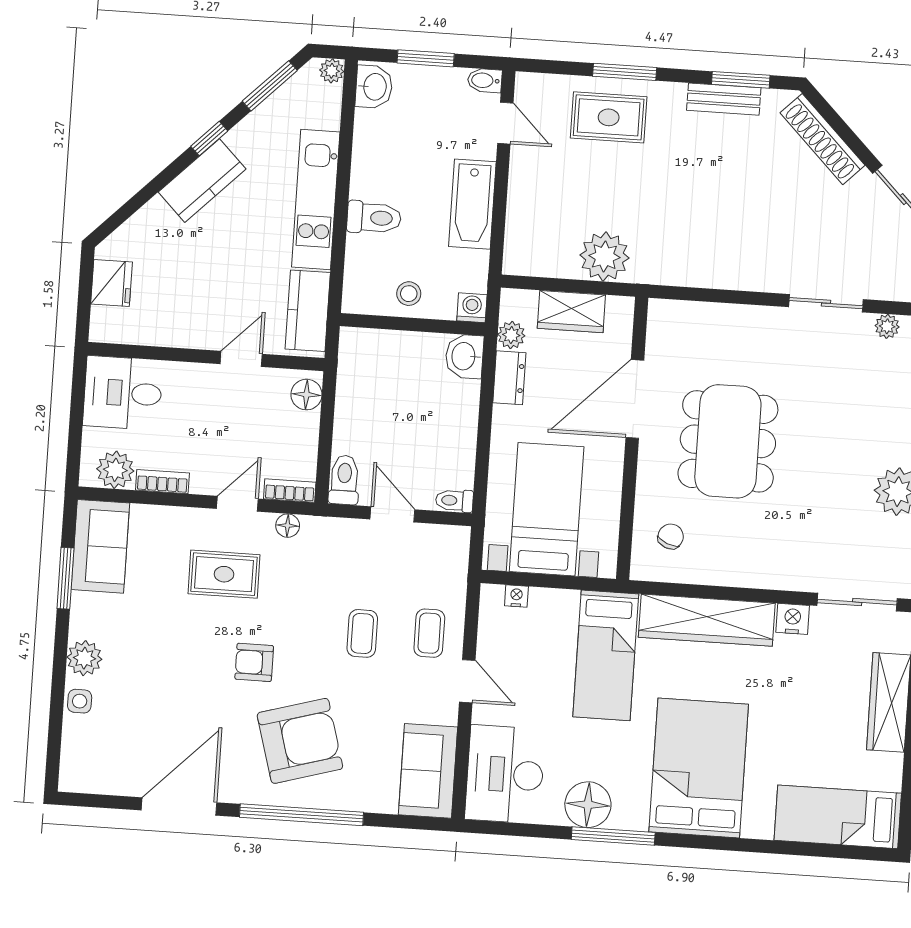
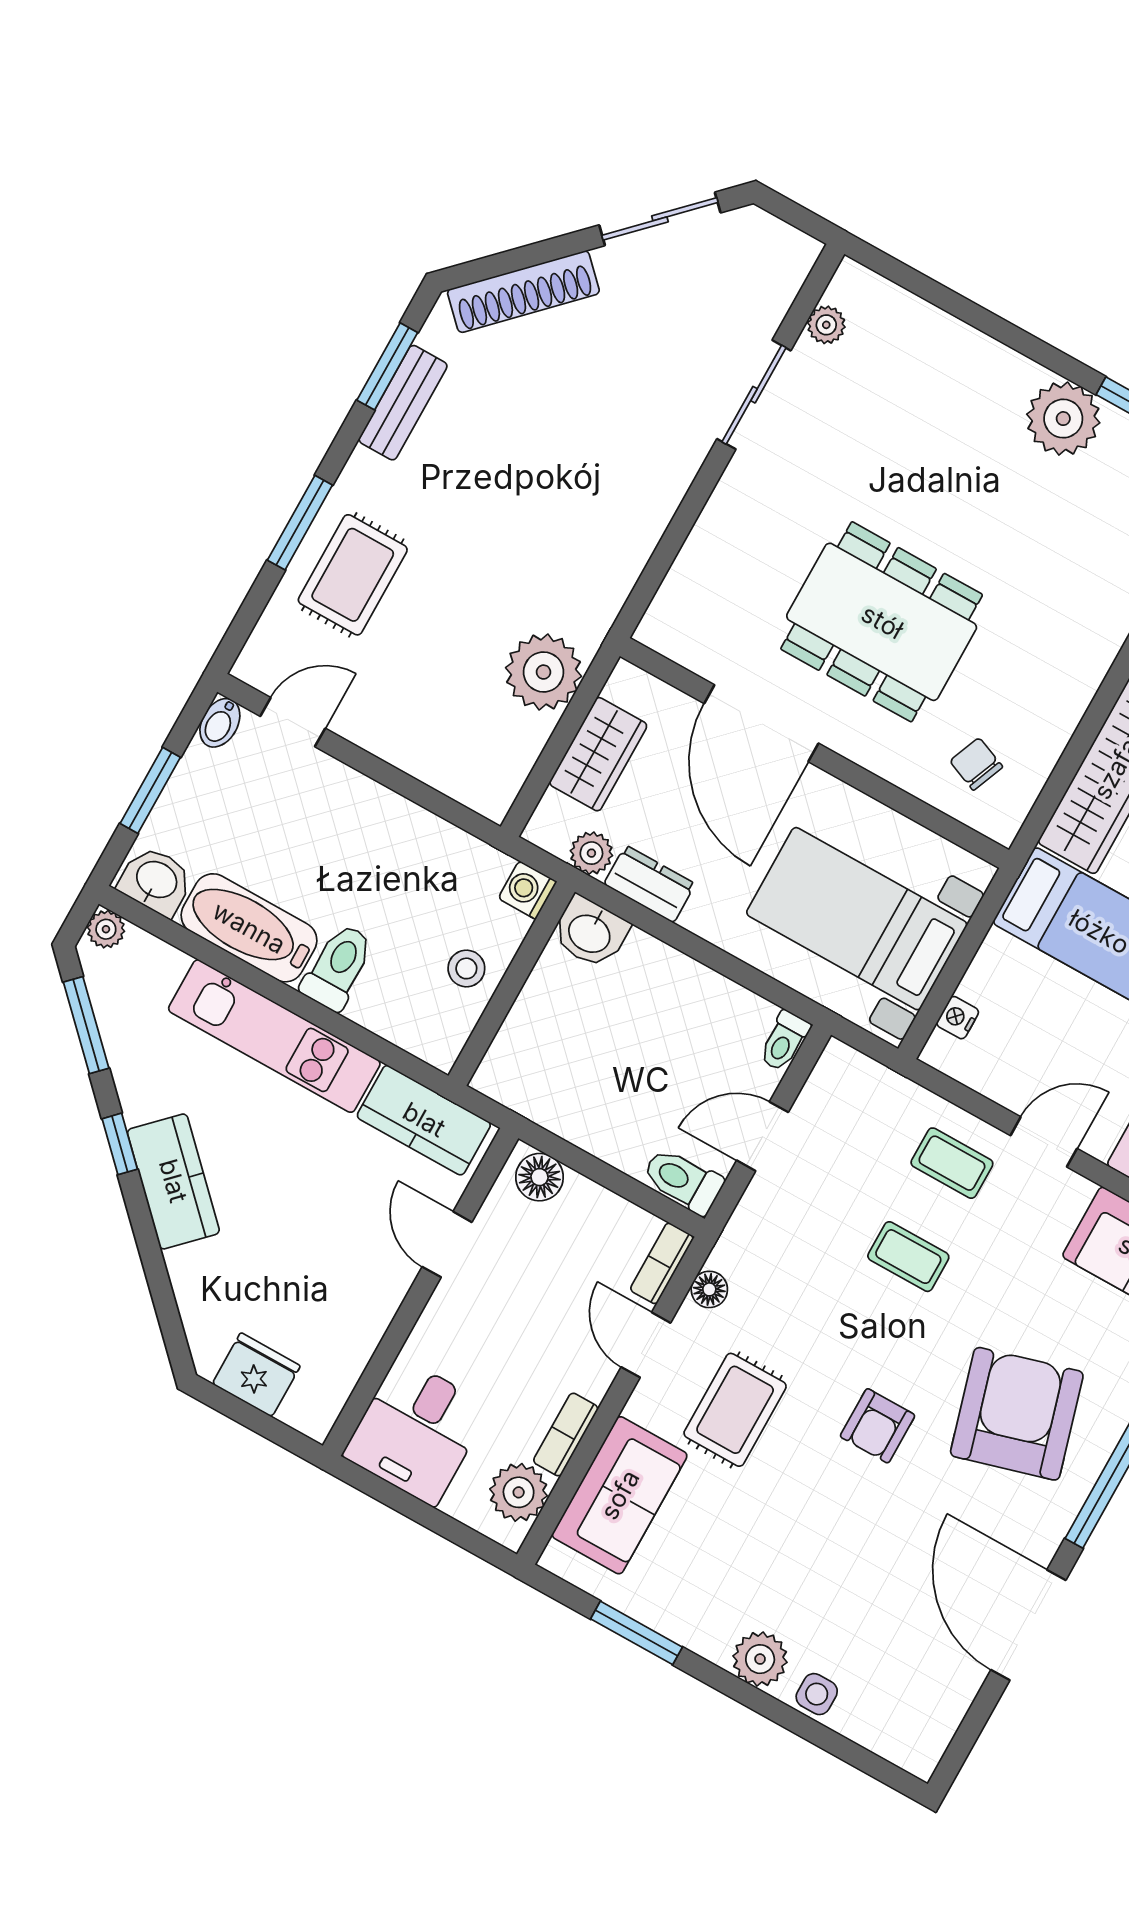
bathtub: (472, 204) -> (249, 928), moved, turned 180
sofa: (100, 546) -> (620, 1495), moved, turned 90

